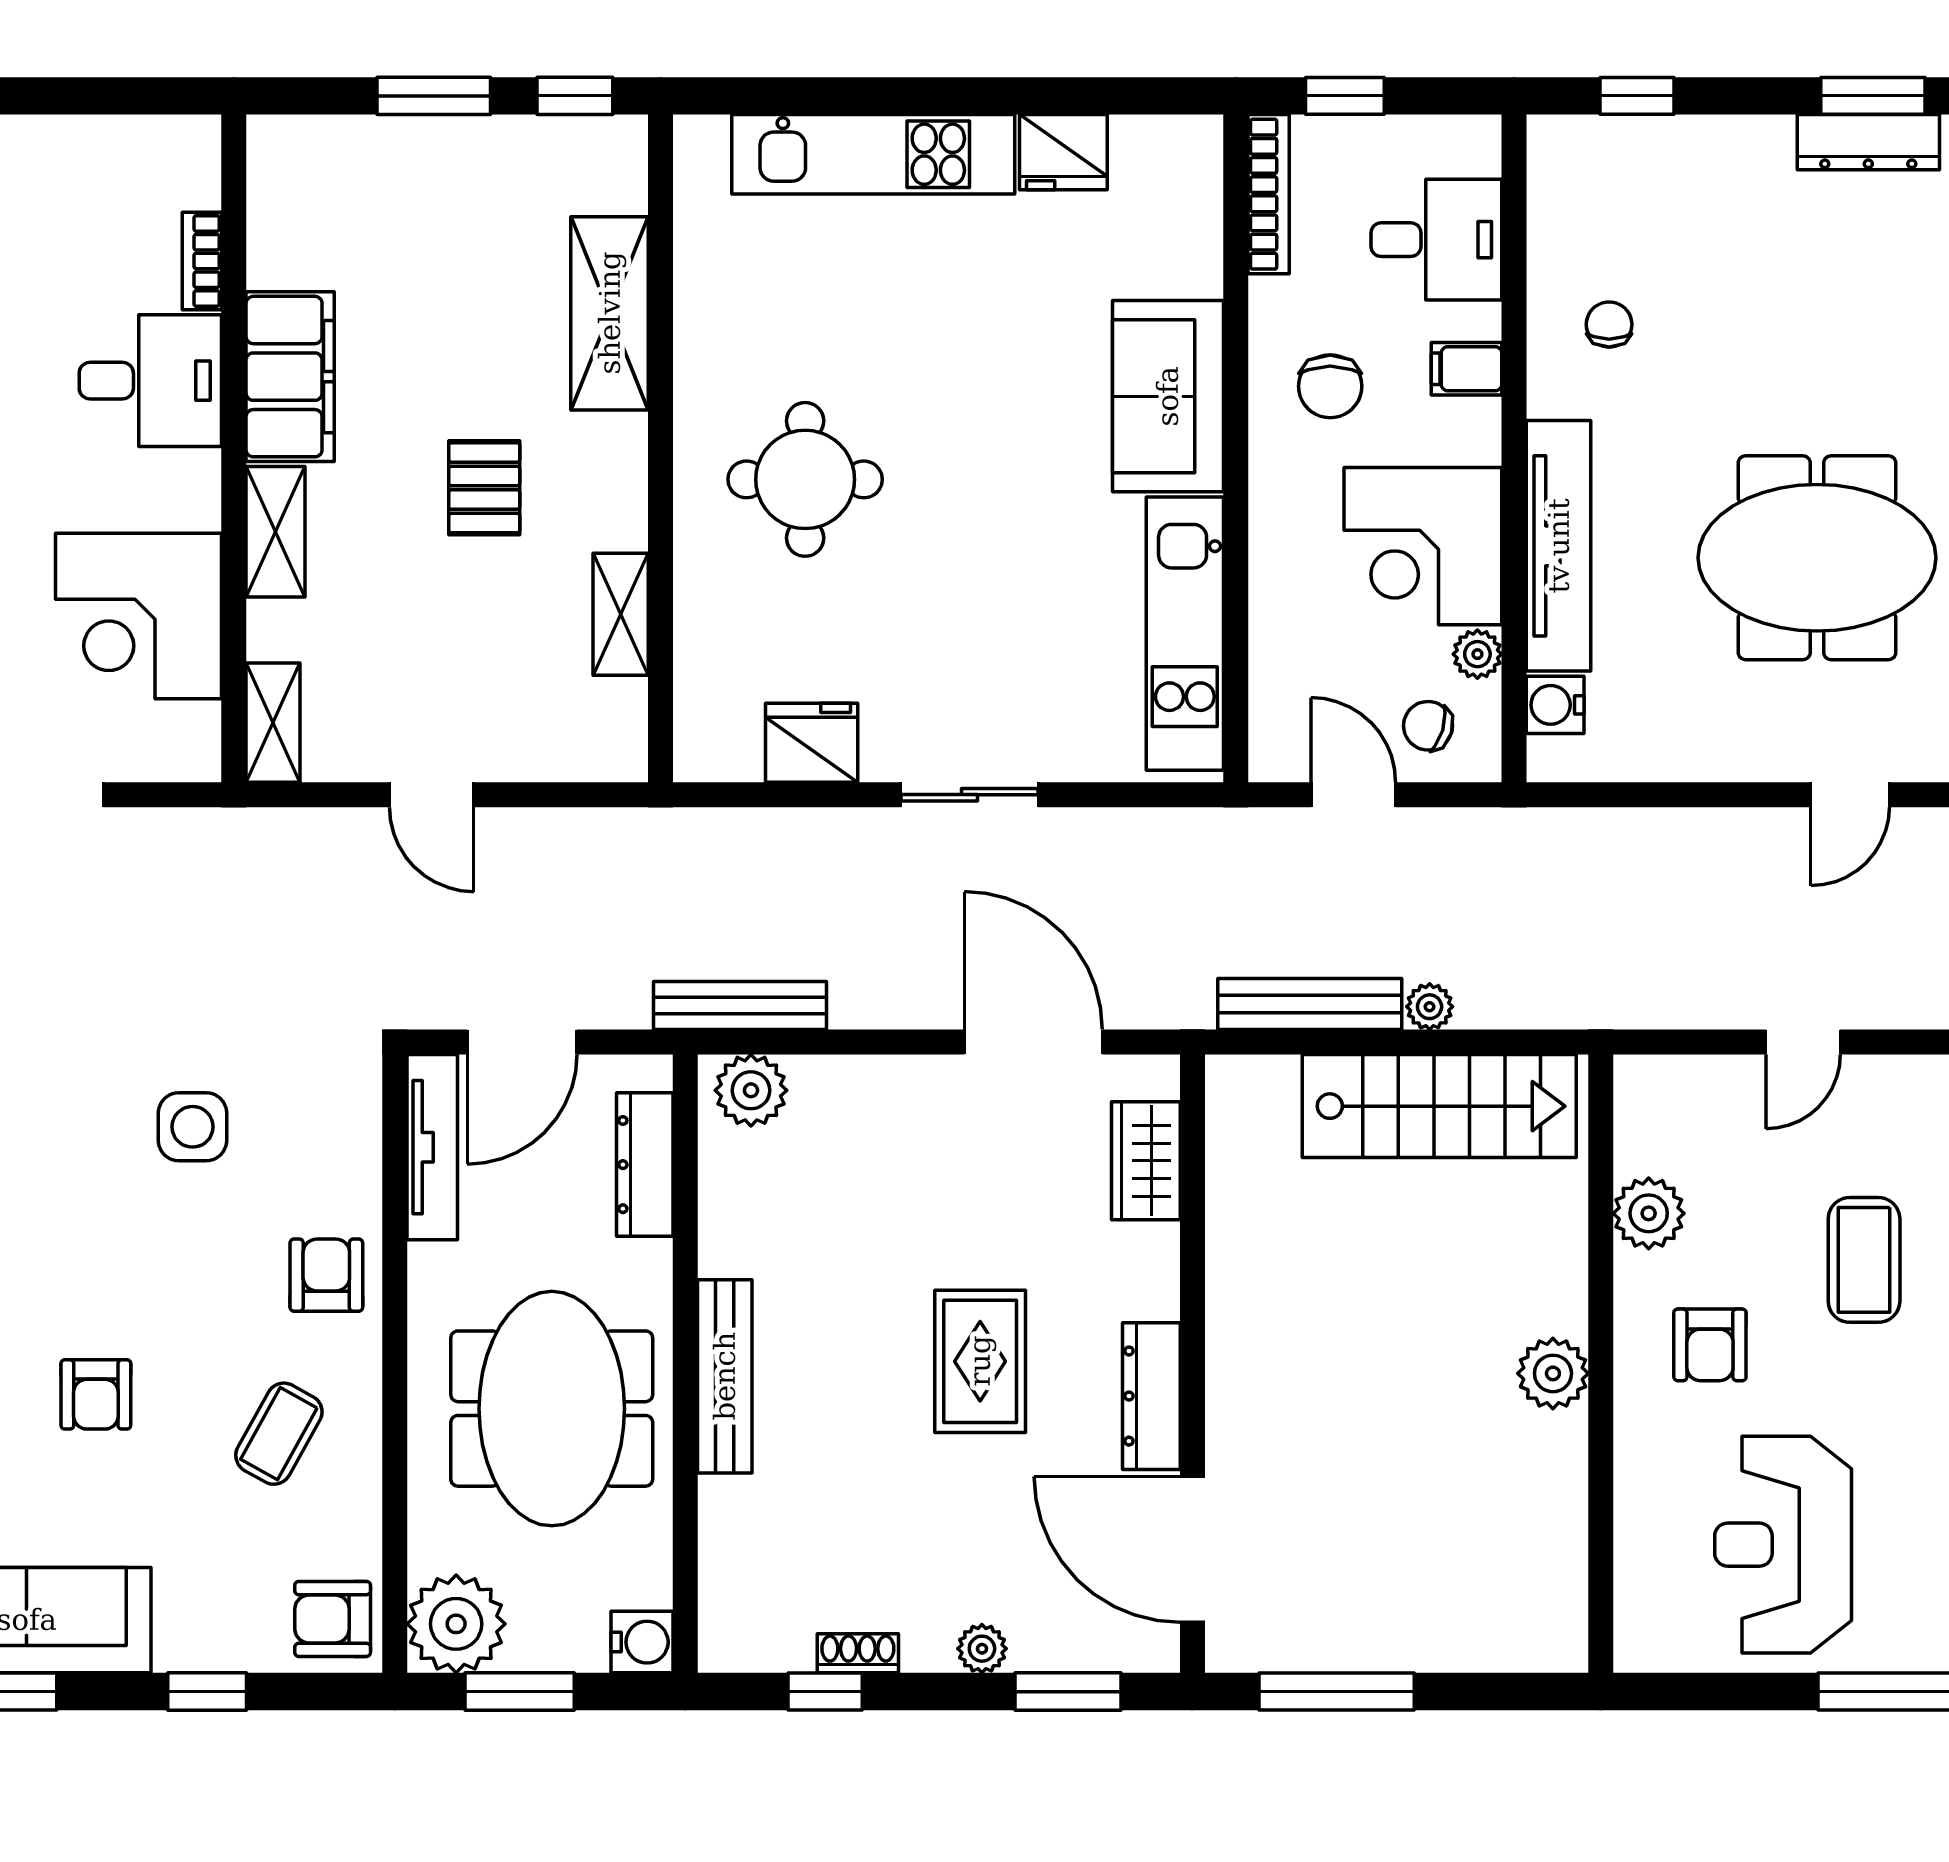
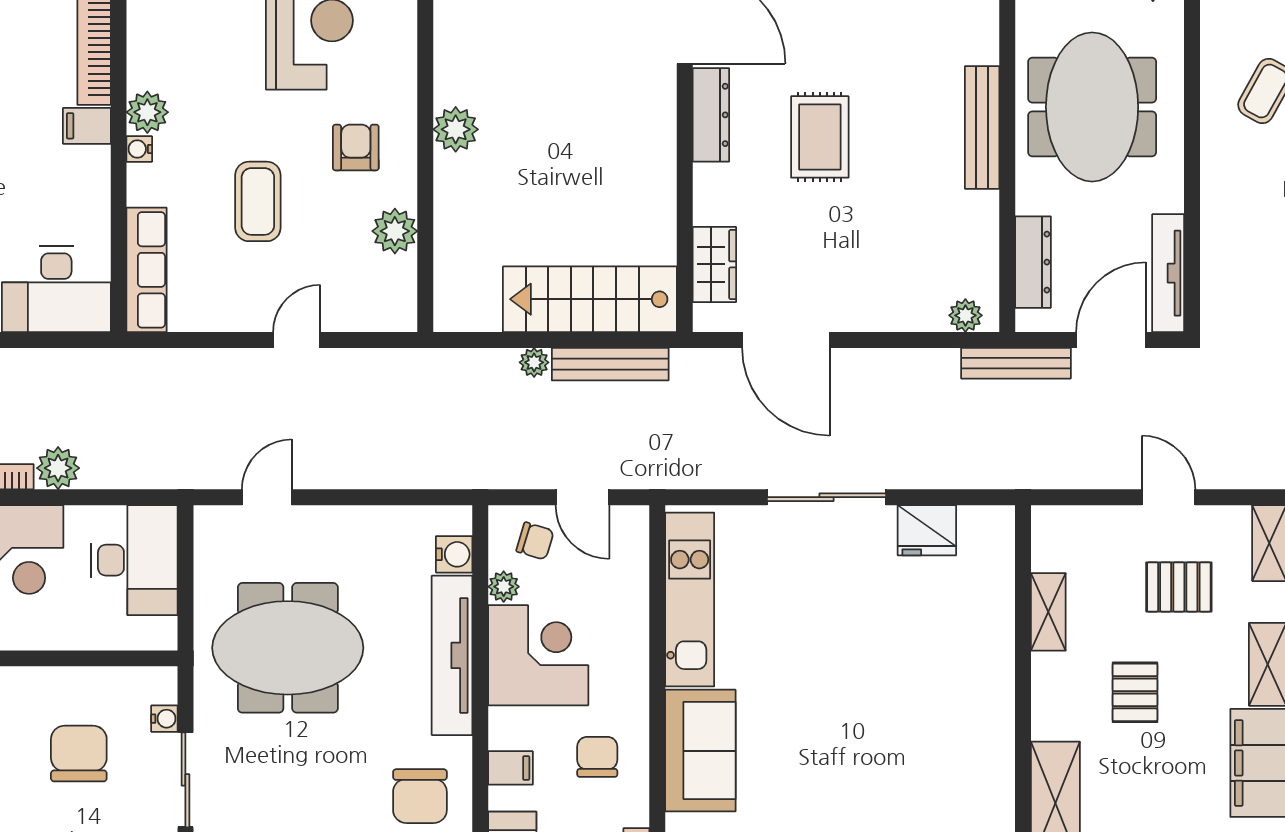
chair: (1609, 325) -> (420, 796), width x1.87, depth x1.87
round table: (805, 479) -> (931, 698), removed
pallet: (415, 654) -> (1179, 587), added
sliding door: (969, 795) -> (827, 497), width x1.37
bench: (740, 1006) -> (1016, 363), moved
plant: (751, 1090) -> (965, 315), width x0.73, depth x0.73
stairs: (1439, 1106) -> (590, 299), moved
armchair: (326, 1275) -> (1235, 192), removed

